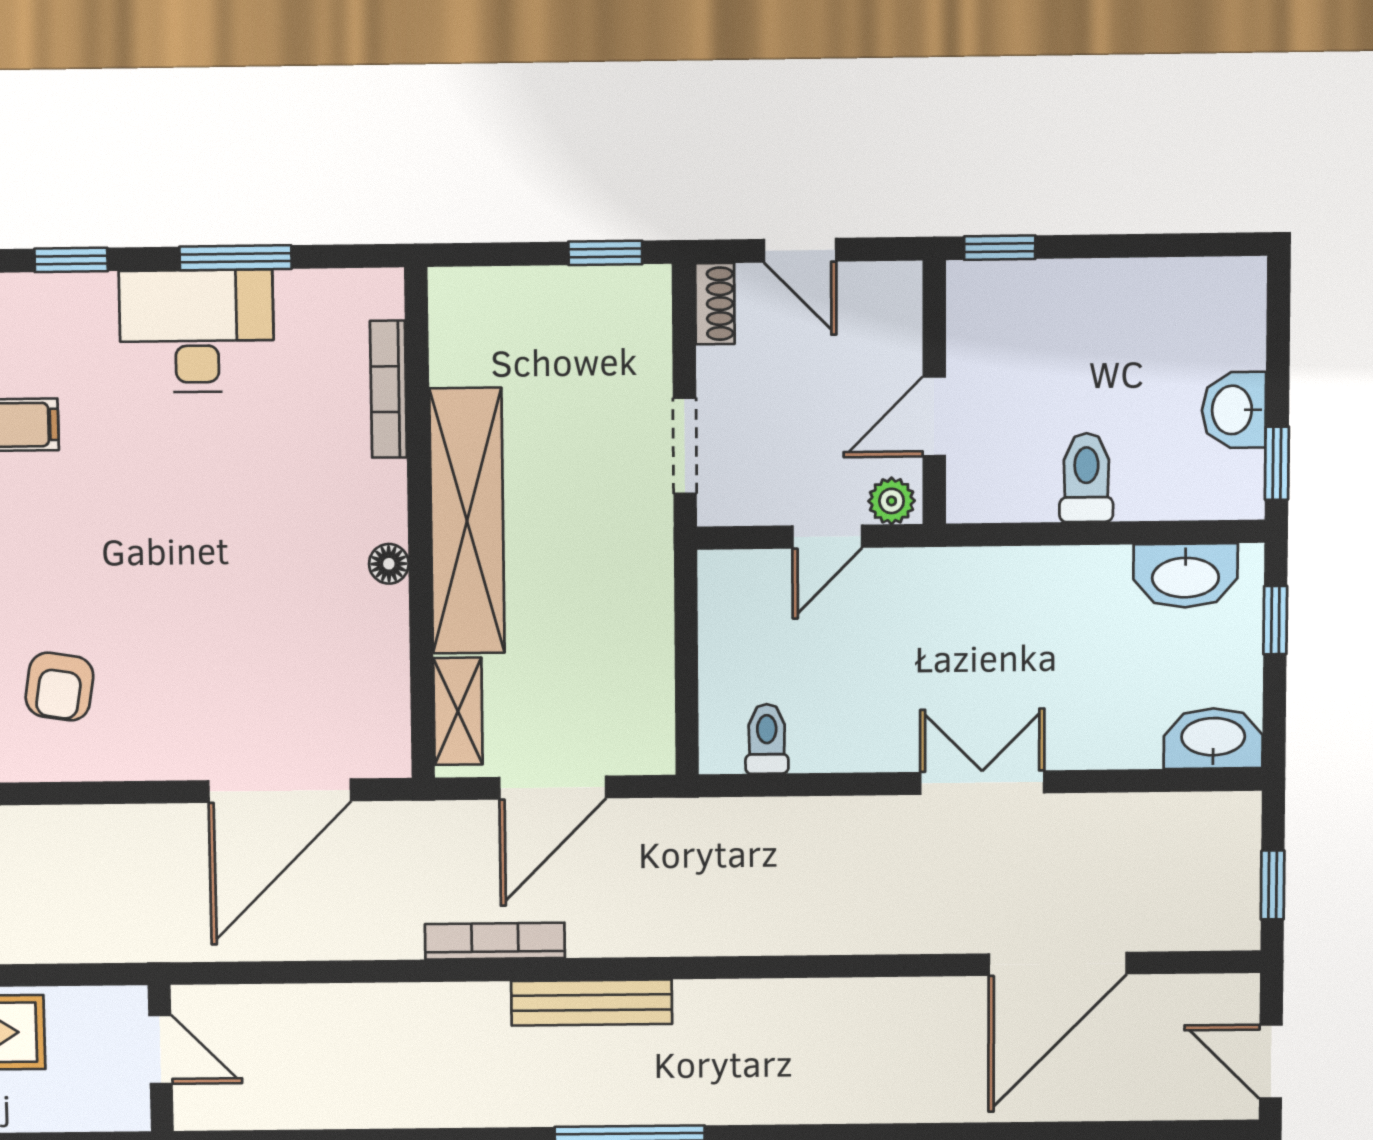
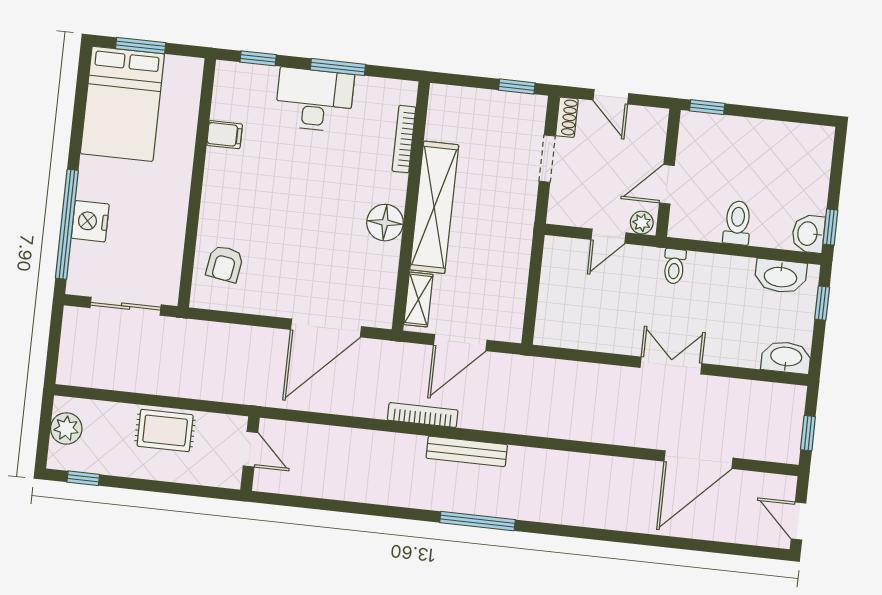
washbasin: (1234, 410) -> (808, 234), moved
doorway: (685, 446) -> (547, 159), moved
floor lamp: (389, 564) -> (385, 223), width x1.89, depth x1.89
toilet: (767, 739) -> (674, 266), moved, turned 180

